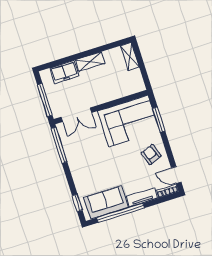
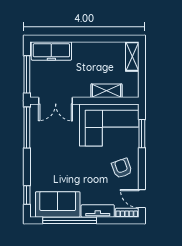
shelving: (90, 62) -> (106, 91), moved
freezer: (64, 72) -> (51, 51), width x1.40

